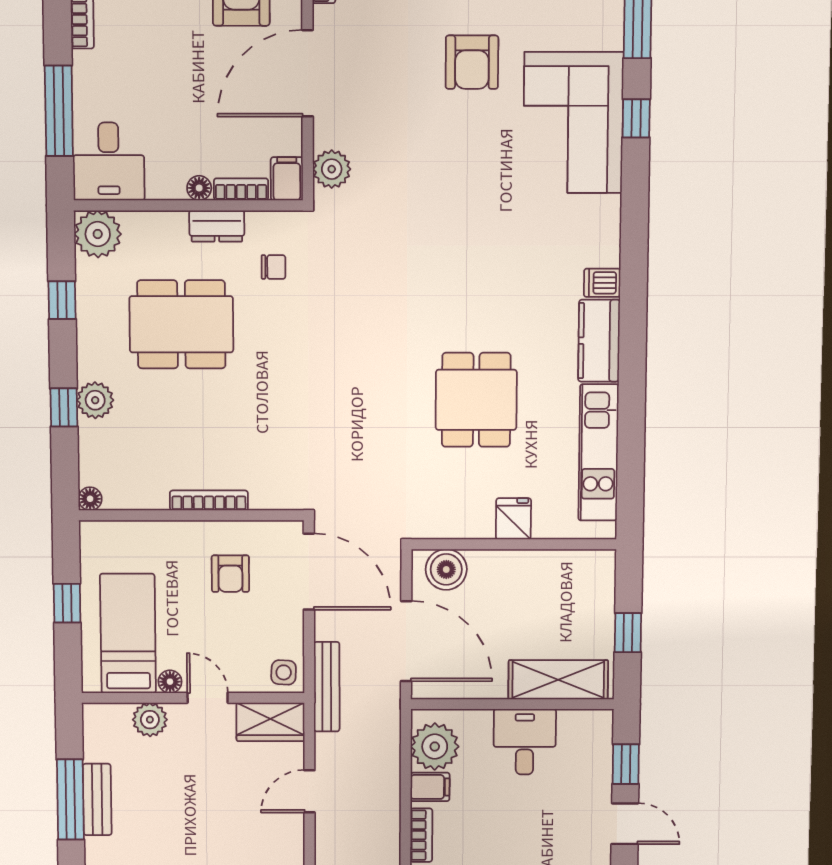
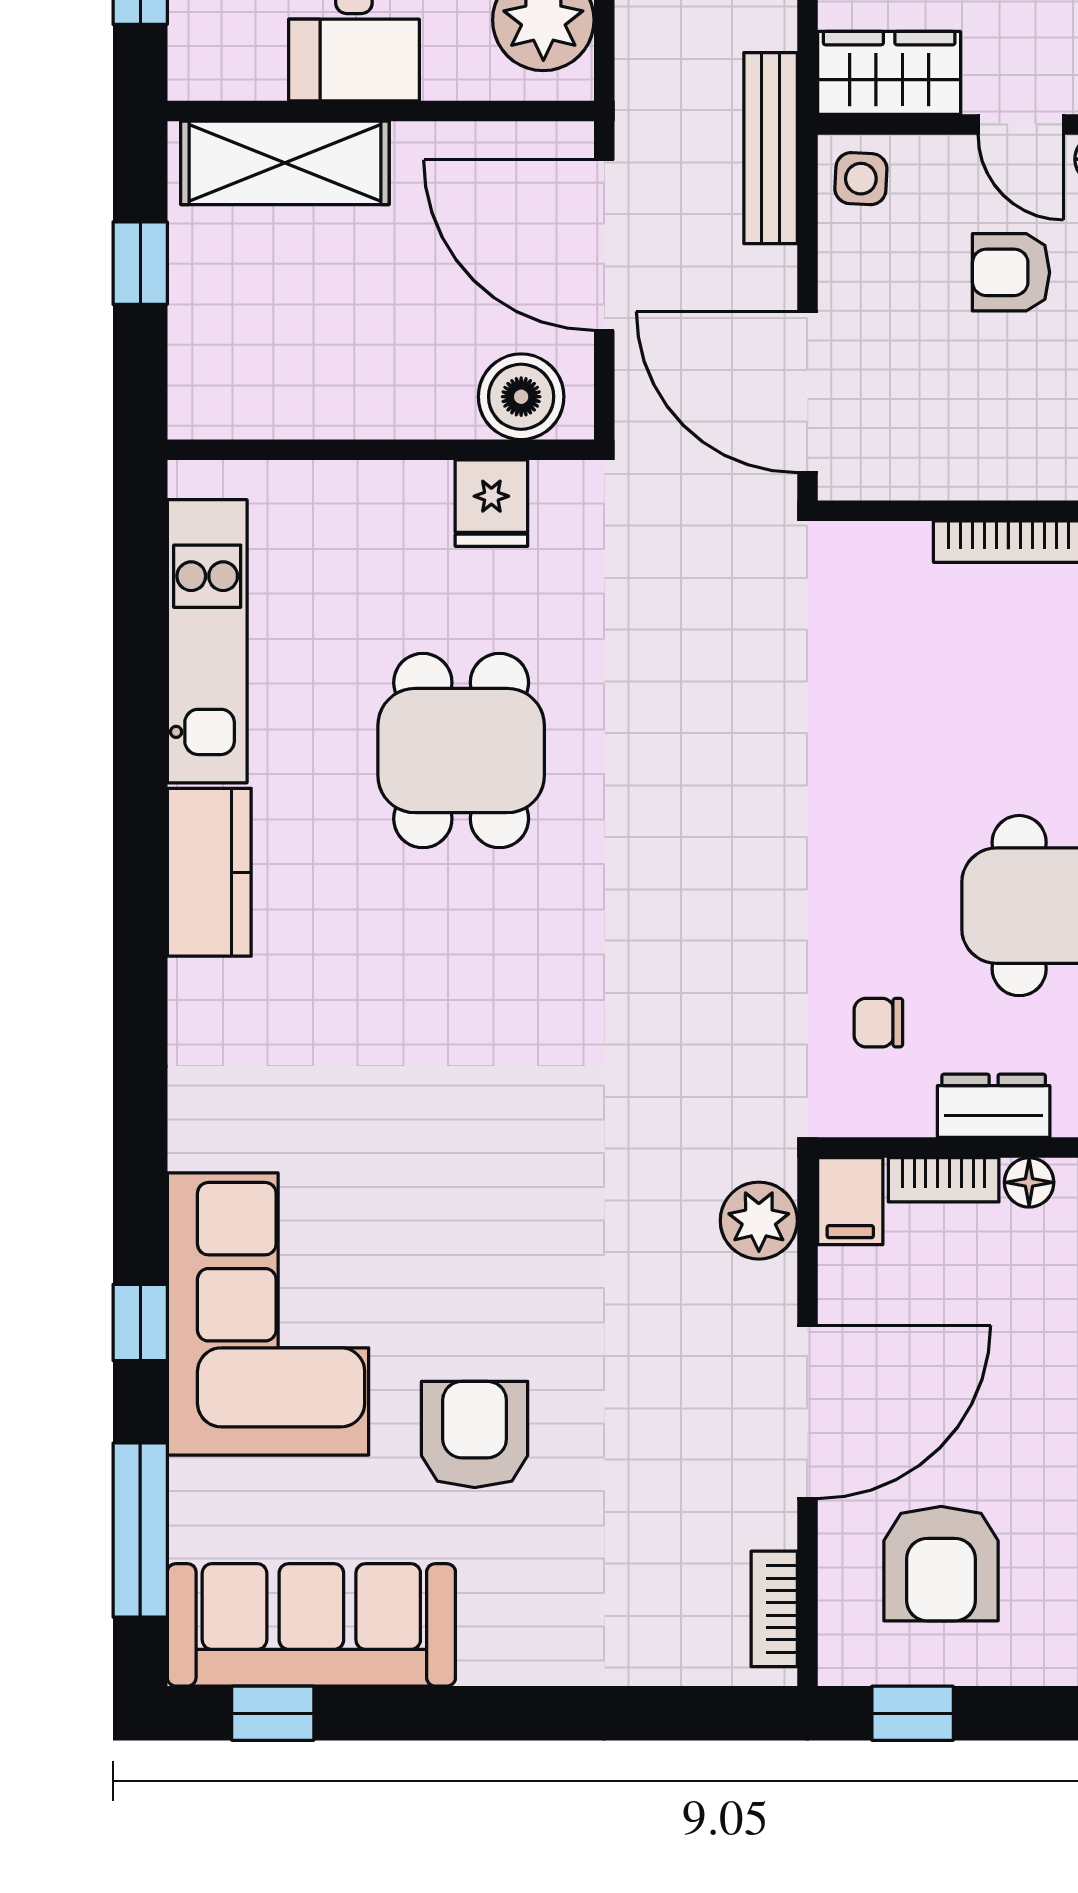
dishwasher: (602, 283) -> (205, 991), removed
fridge: (513, 519) -> (491, 503), moved
armchair: (230, 574) -> (1011, 272), moved, turned -90

